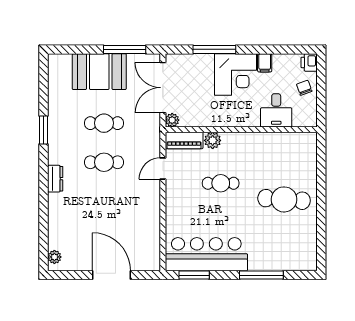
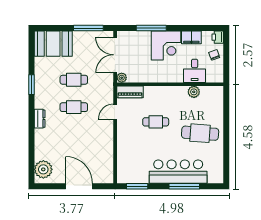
filing cabinet: (265, 63) -> (191, 37), width x2.00
booth: (99, 72) -> (53, 44), moved
plant: (213, 140) -> (194, 92), moved
bar counter: (206, 254) -> (178, 172), moved
plant: (54, 257) -> (43, 169), width x1.88, depth x1.88

